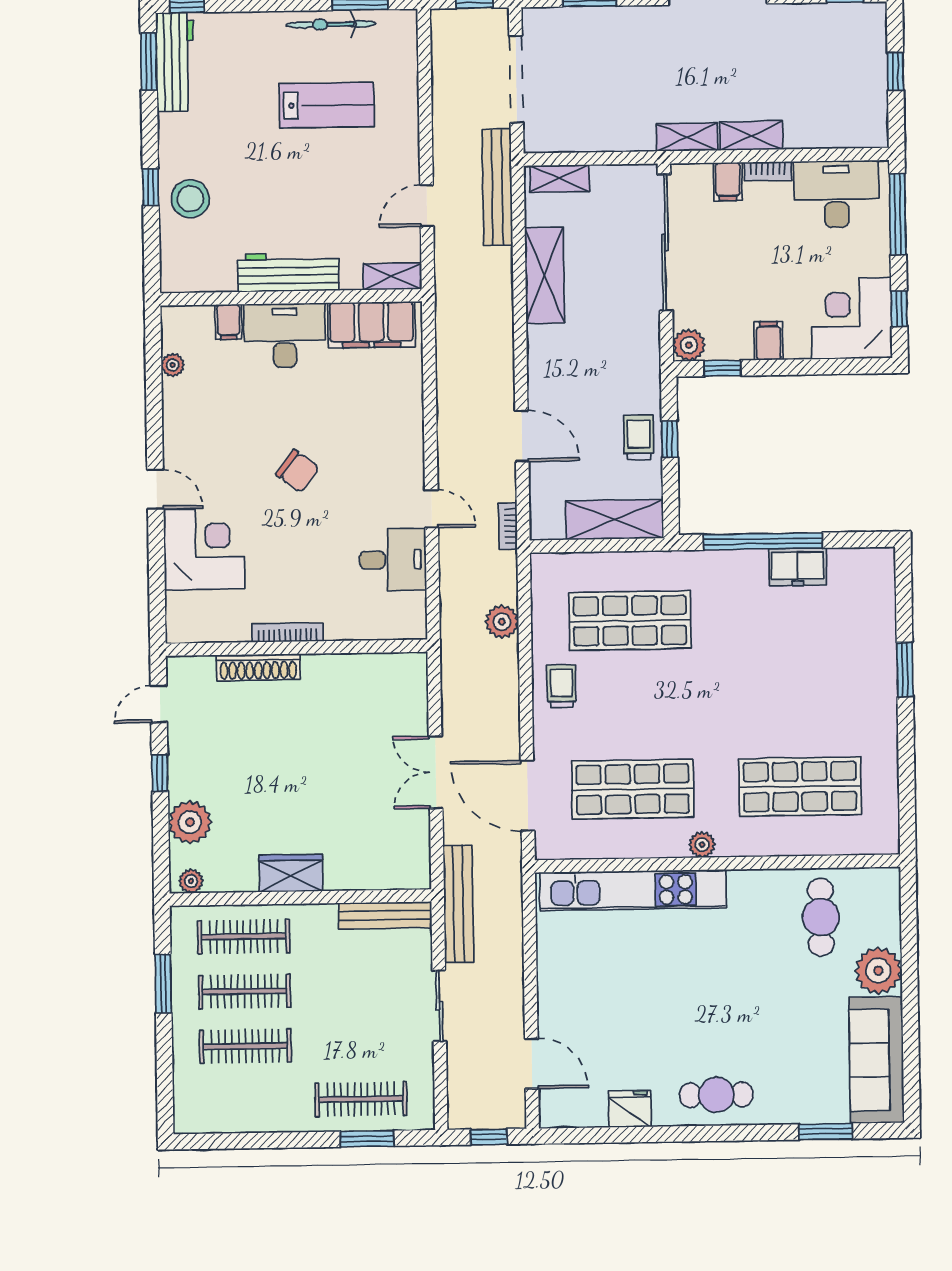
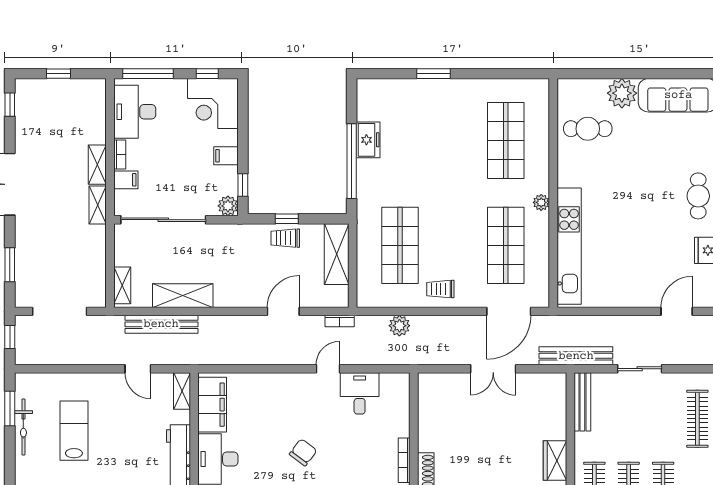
bench: (497, 187) -> (161, 324), moved

